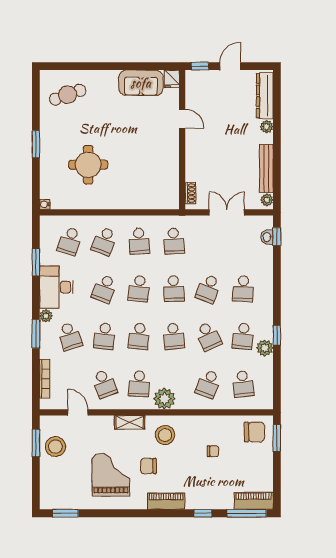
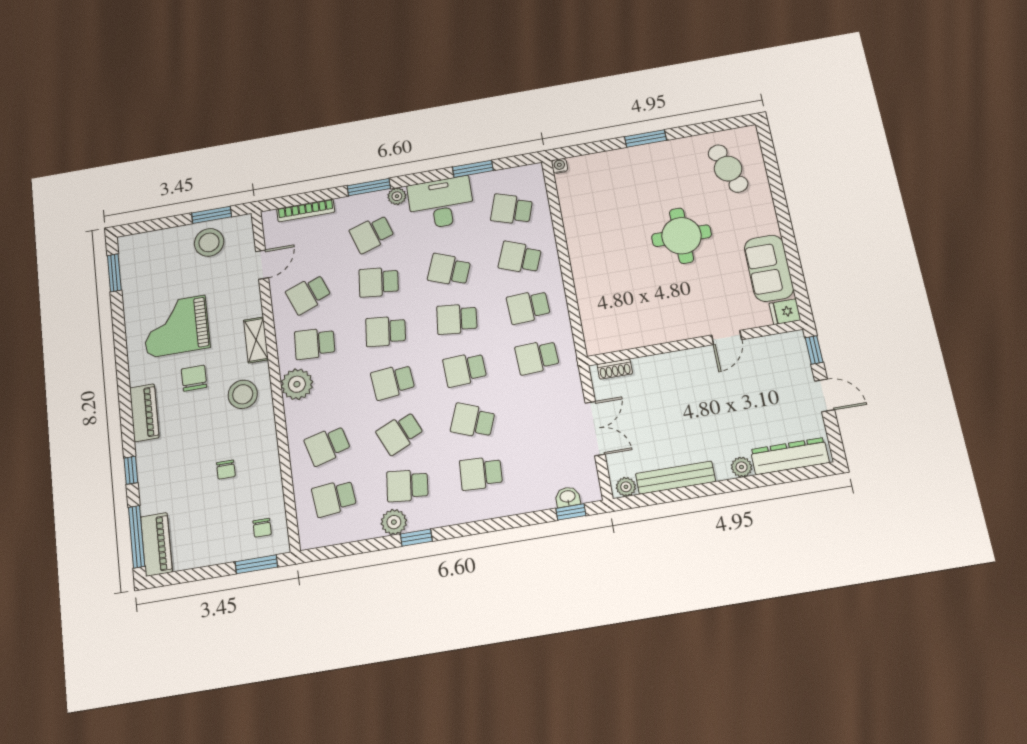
round table: (88, 165) -> (681, 236), moved
school desk: (208, 384) -> (327, 445), turned -36
chair: (254, 432) -> (262, 528), width x0.54, depth x0.54
grand piano: (111, 475) -> (176, 327), turned 180

